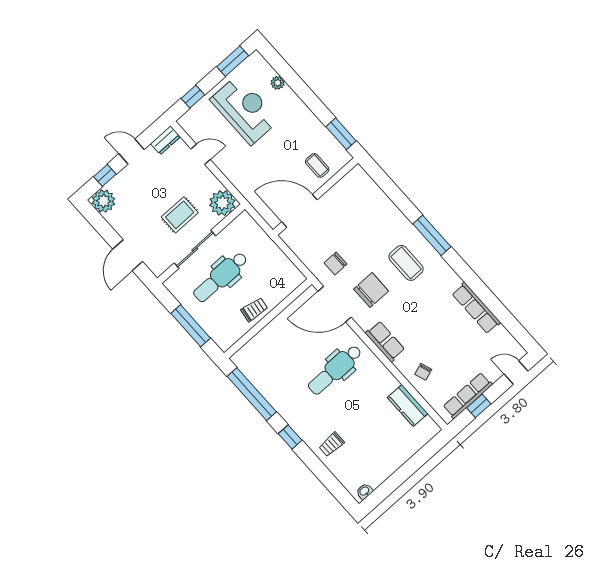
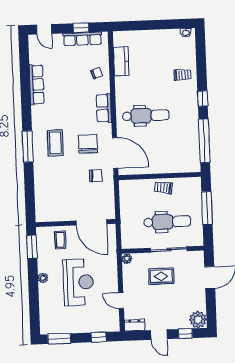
plant: (278, 83) -> (43, 278), moved
reception desk: (245, 110) -> (78, 282), moved, turned 180
plant: (222, 203) -> (127, 259), width x0.53, depth x0.53
chair: (371, 290) -> (88, 144), turned 90

